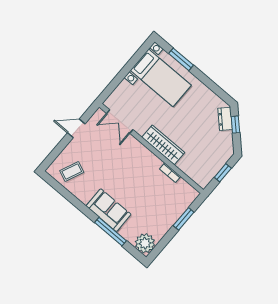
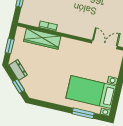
dresser: (225, 119) -> (18, 70), moved
wardrobe: (163, 145) -> (42, 39), moved

